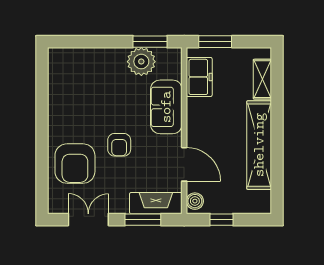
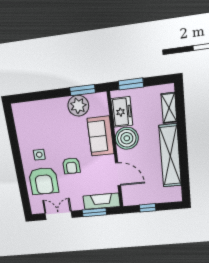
side table: (75, 124) -> (39, 155), added
boiler: (195, 201) -> (127, 138), moved, width x1.86, depth x1.86

